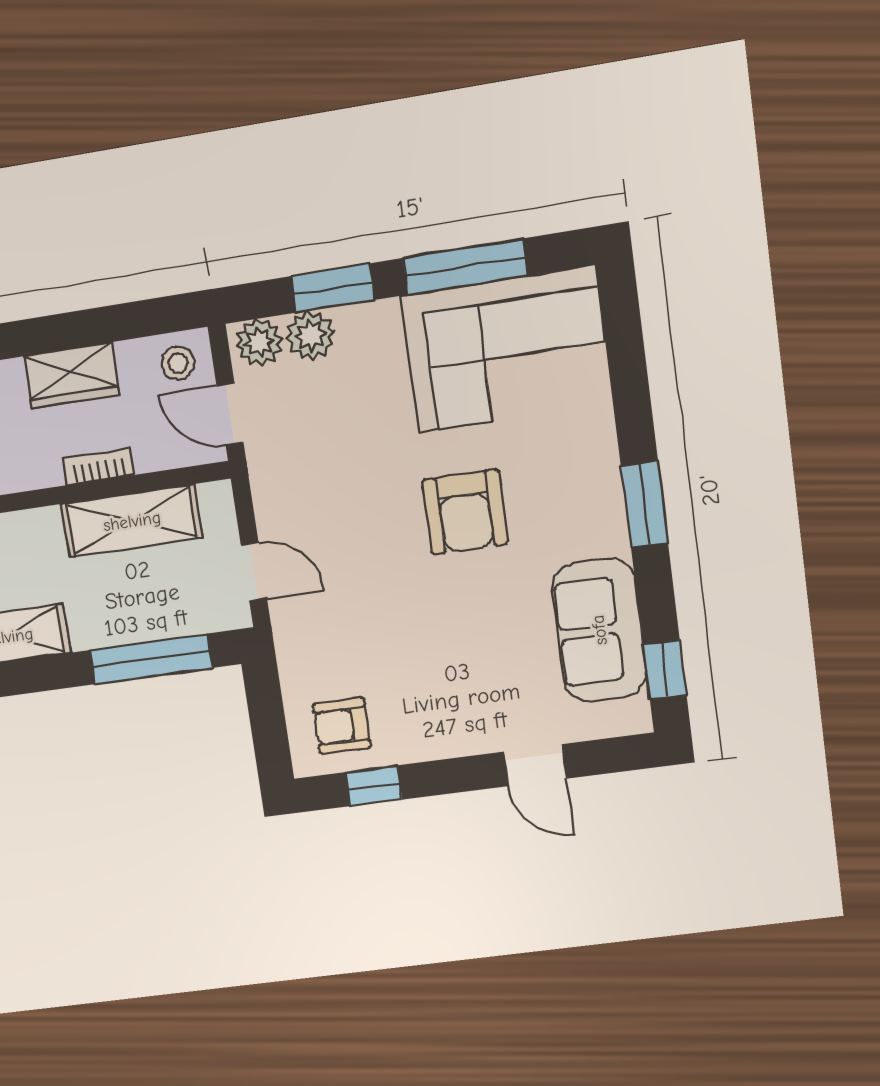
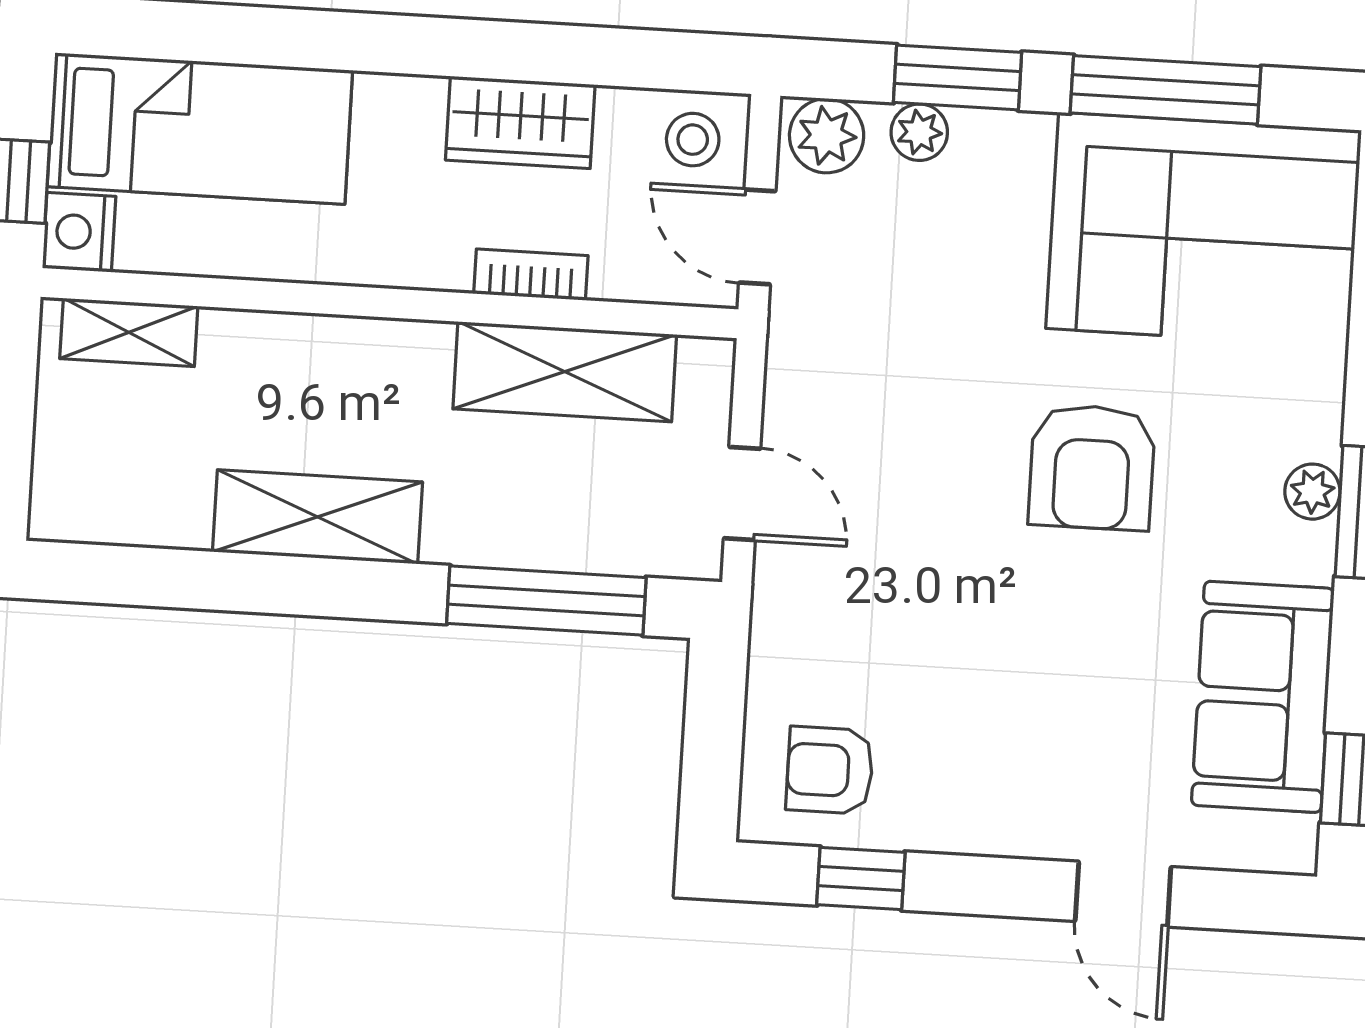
plant: (310, 335) -> (919, 132), width x0.73, depth x0.73
plant: (607, 498) -> (1312, 492), added

